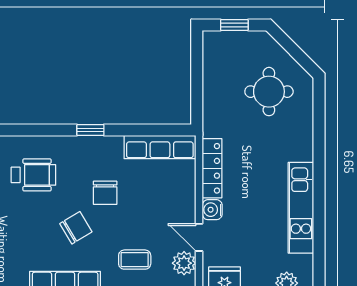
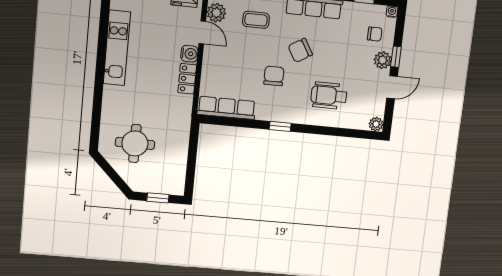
locker: (212, 168) -> (187, 79), width x0.66

